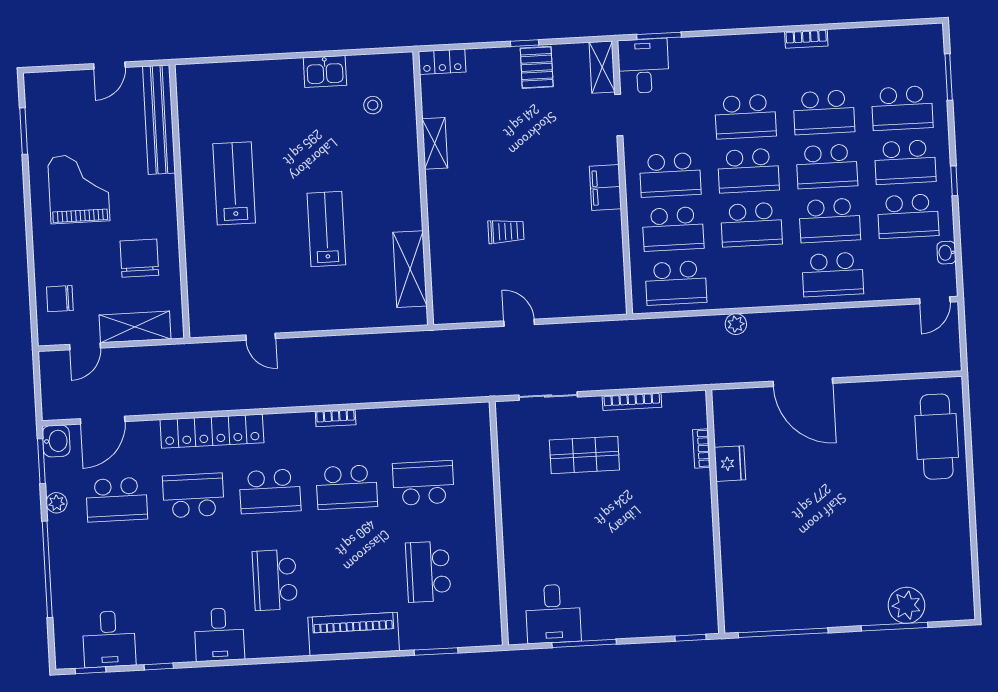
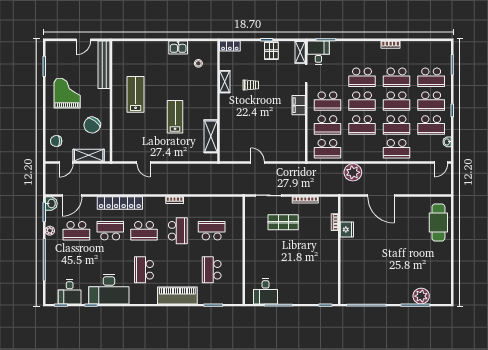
trolley: (506, 231) -> (251, 85), moved
chair: (139, 258) -> (92, 125), turned -142
plant: (736, 324) -> (353, 172), width x1.88, depth x1.88
school desk: (347, 487) -> (178, 231), turned -90
desk: (219, 635) -> (109, 289), width x1.87, depth x1.30

